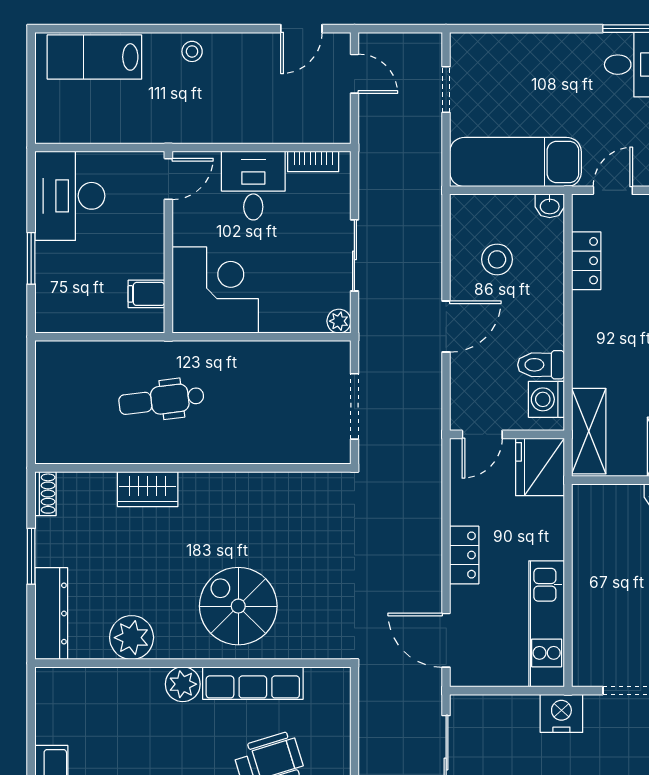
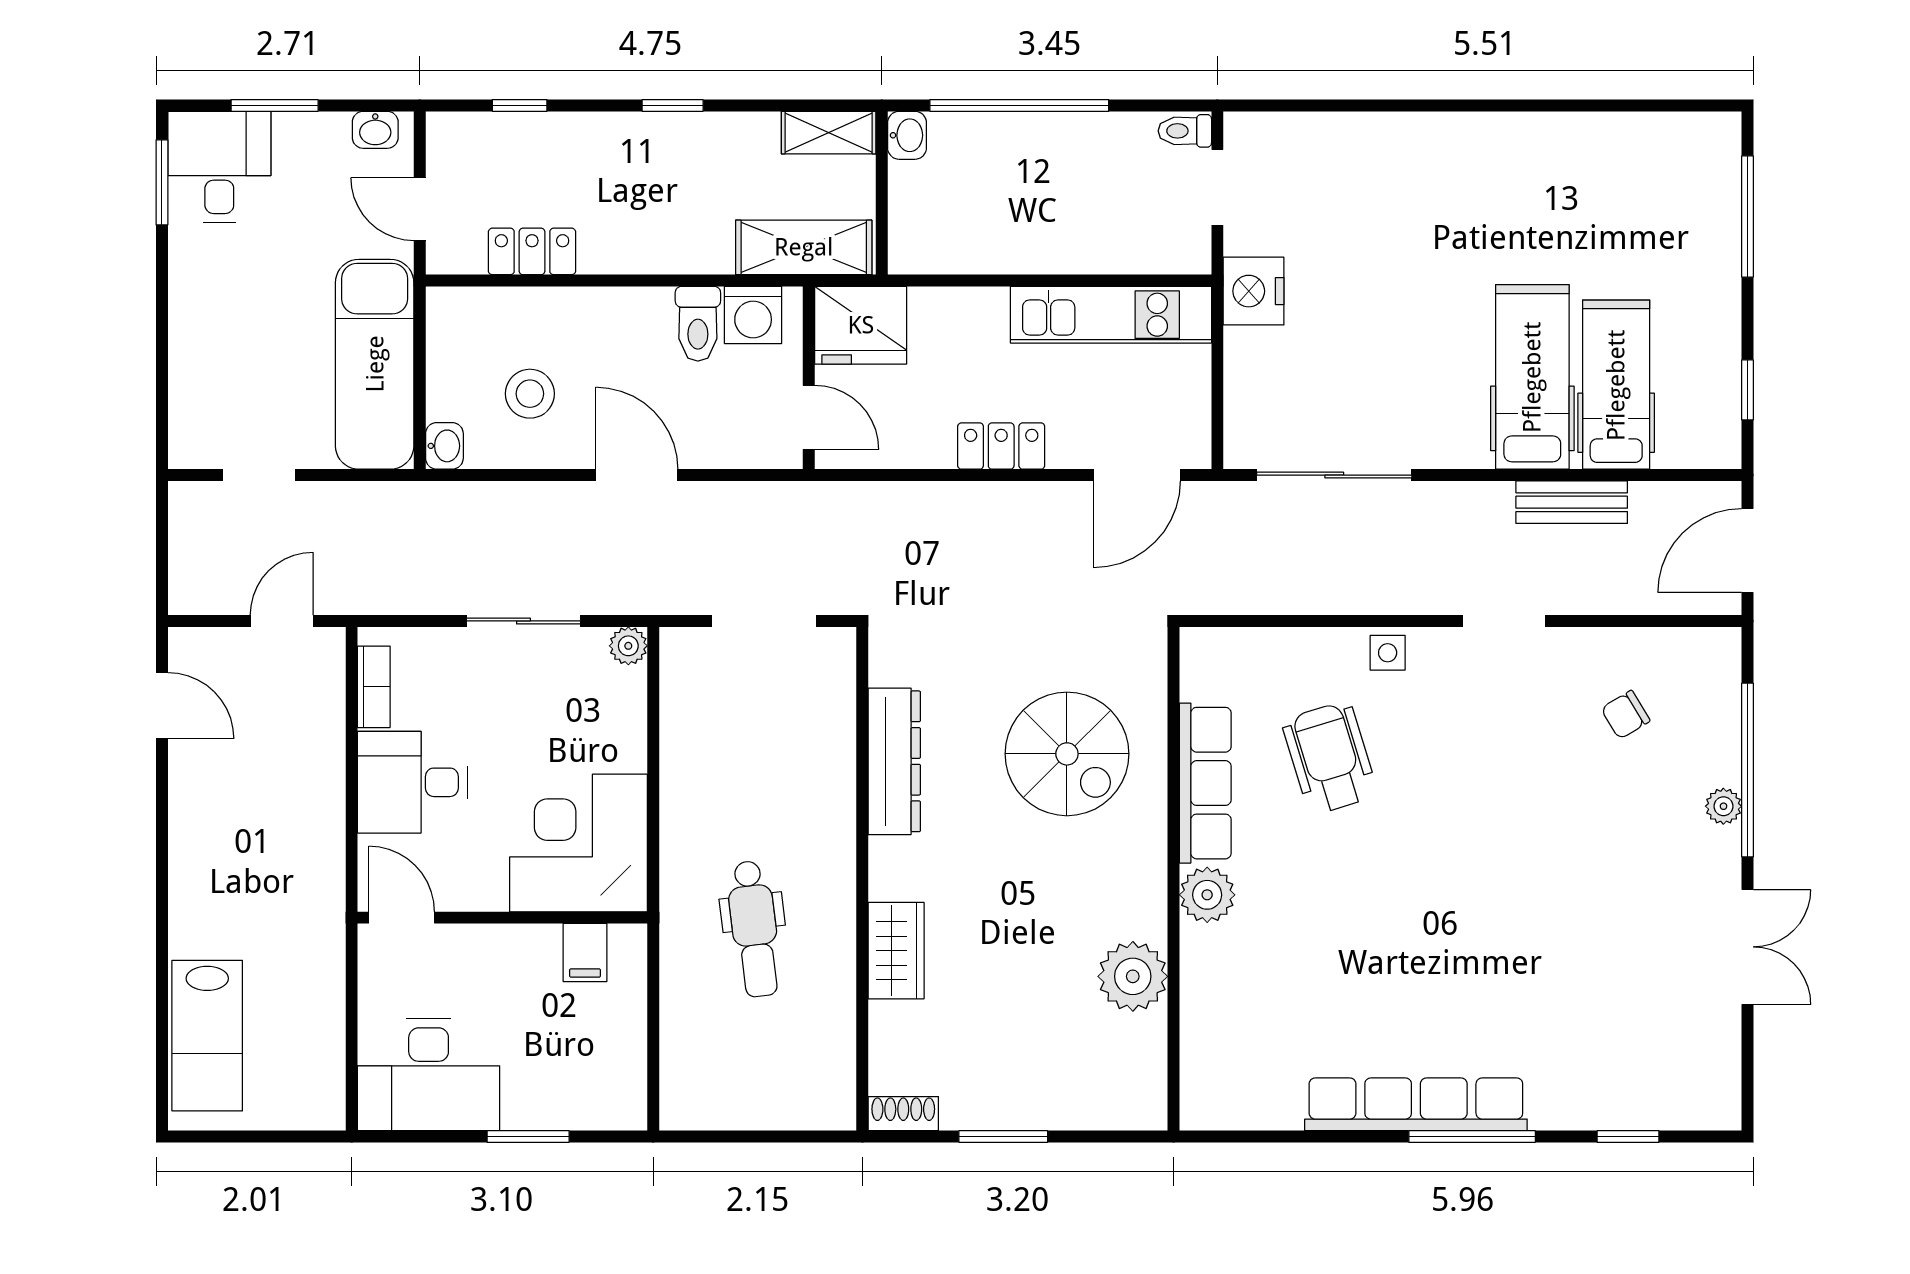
stool: (192, 51) -> (198, 880), removed
door: (354, 74) -> (282, 621), moved
washbasin: (550, 206) -> (444, 446), moved
spiral stairs: (238, 606) -> (1067, 754), moved, turned -90
dresser: (51, 614) -> (894, 761), moved, turned 90

